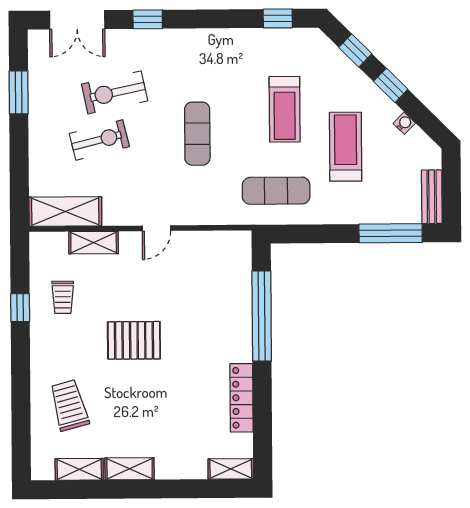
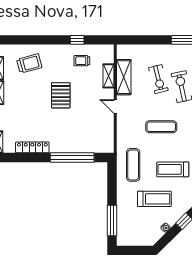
bench: (432, 197) -> (130, 241), removed
shelving: (65, 212) -> (124, 77), moved

